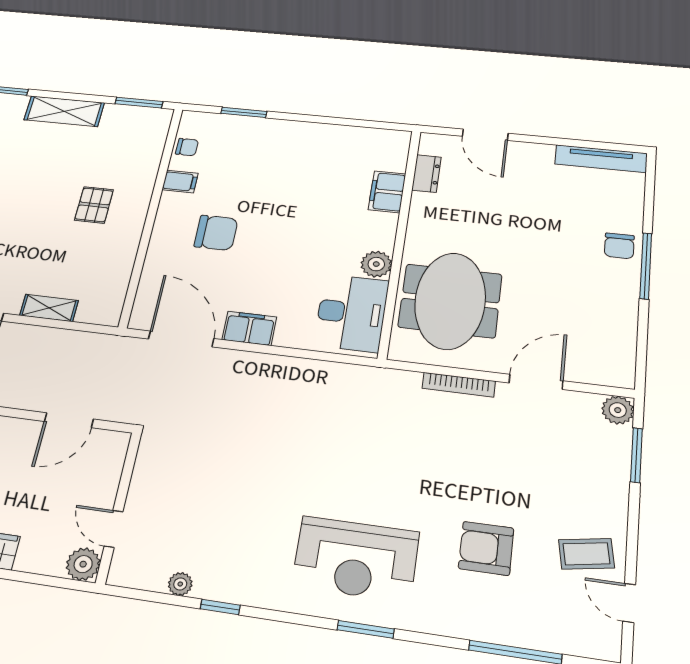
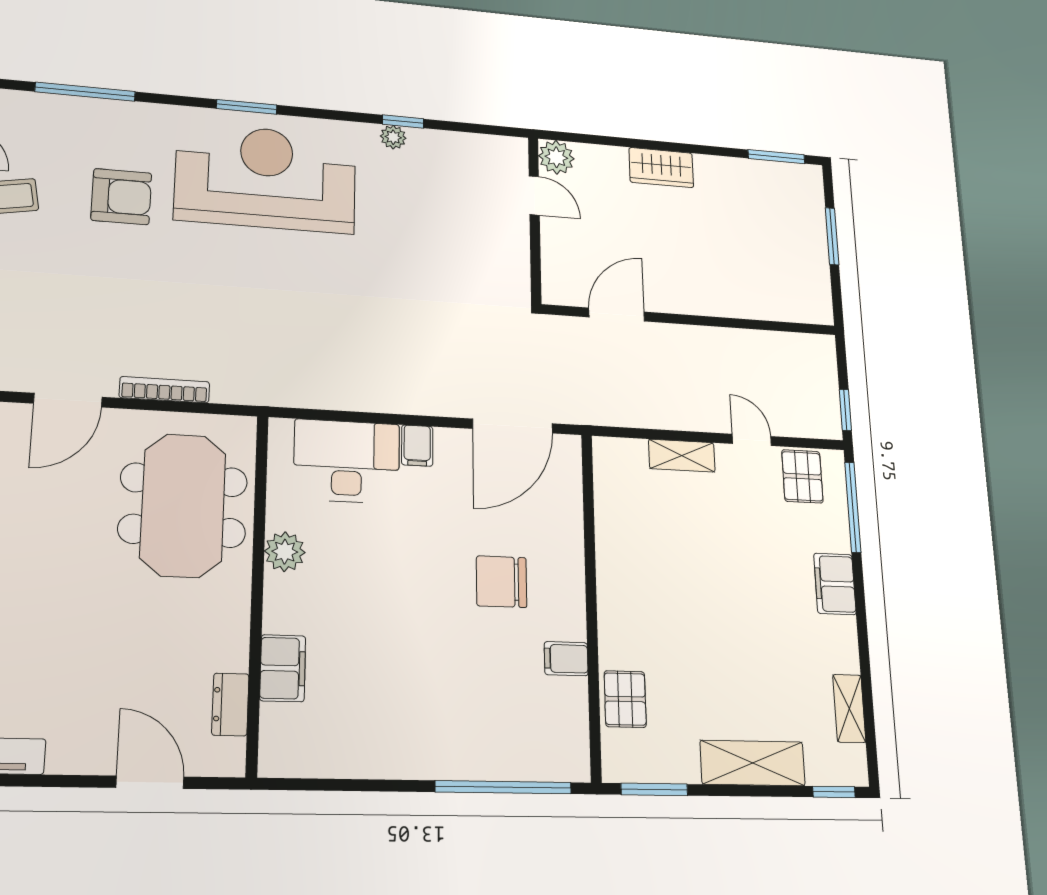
window: (244, 112) -> (504, 787), width x2.11
chair: (187, 147) -> (570, 717), removed
pallet: (94, 205) -> (625, 699), moved
desk: (351, 313) -> (347, 461), moved, turned 90
filing cabinet: (249, 328) -> (417, 446), width x0.50
door: (181, 339) -> (513, 426), hinge flipped
reception desk: (356, 559) -> (266, 178), width x1.36, depth x1.30
plant: (180, 584) -> (393, 137), moved

